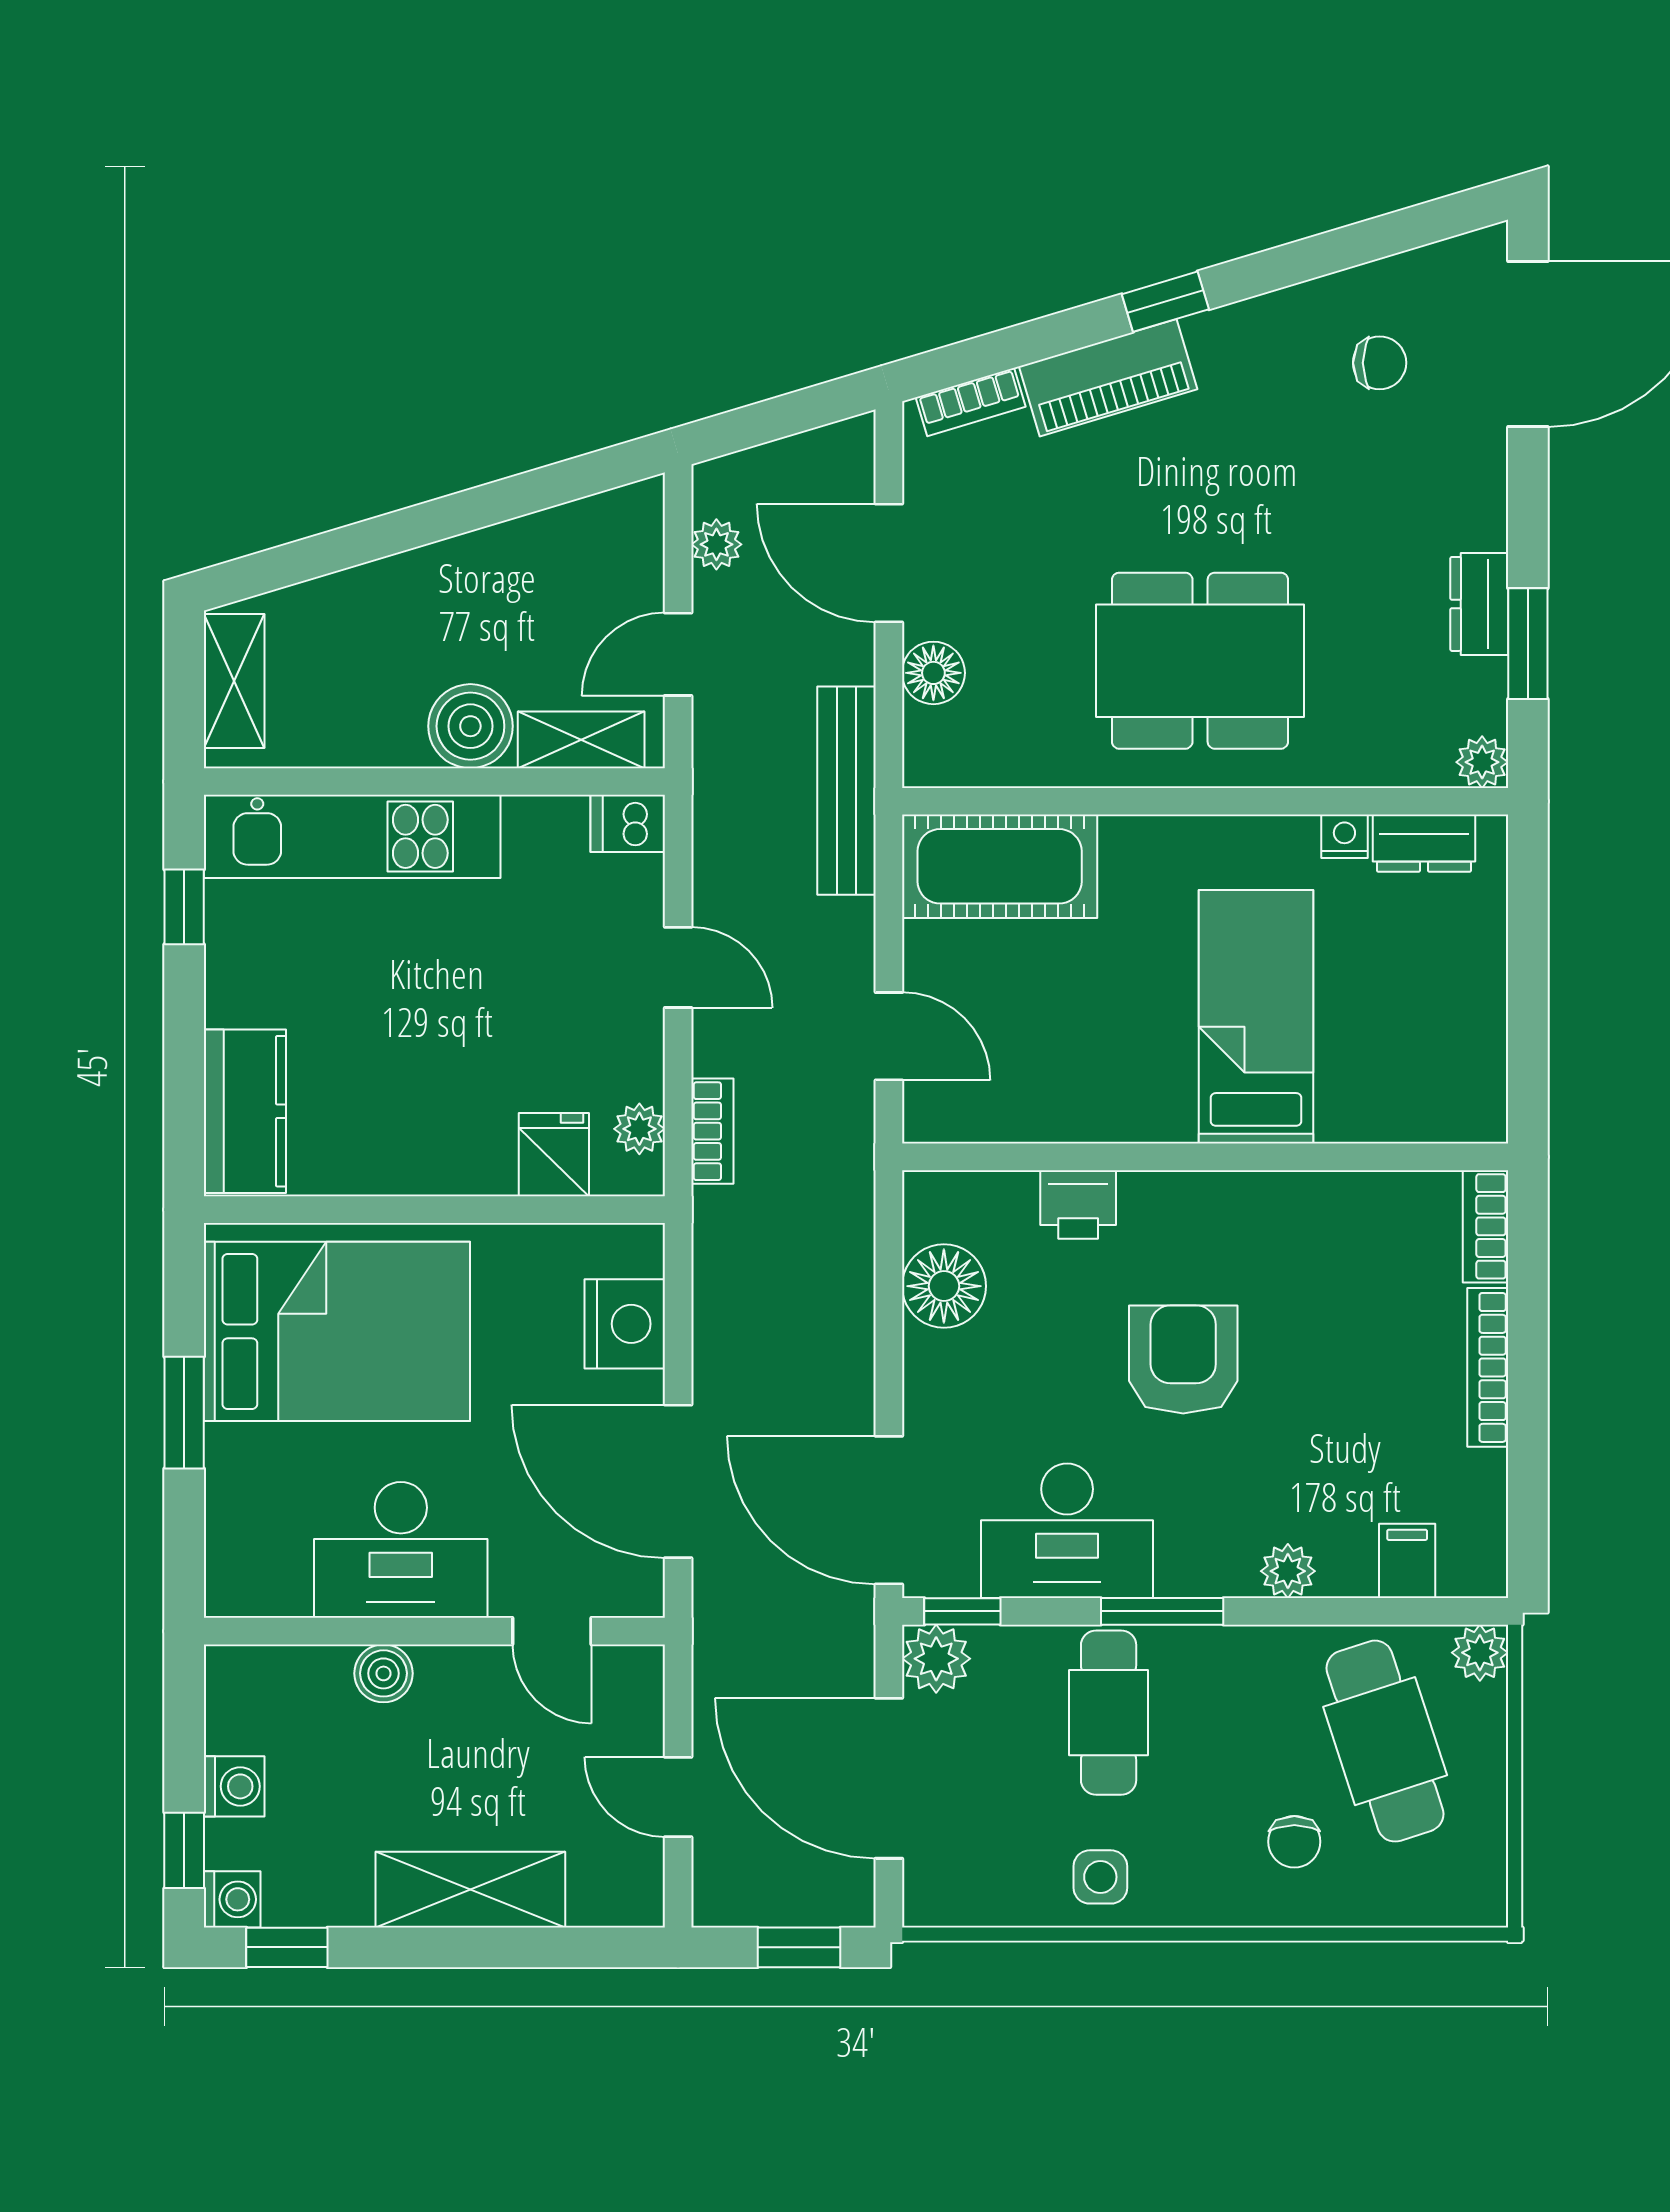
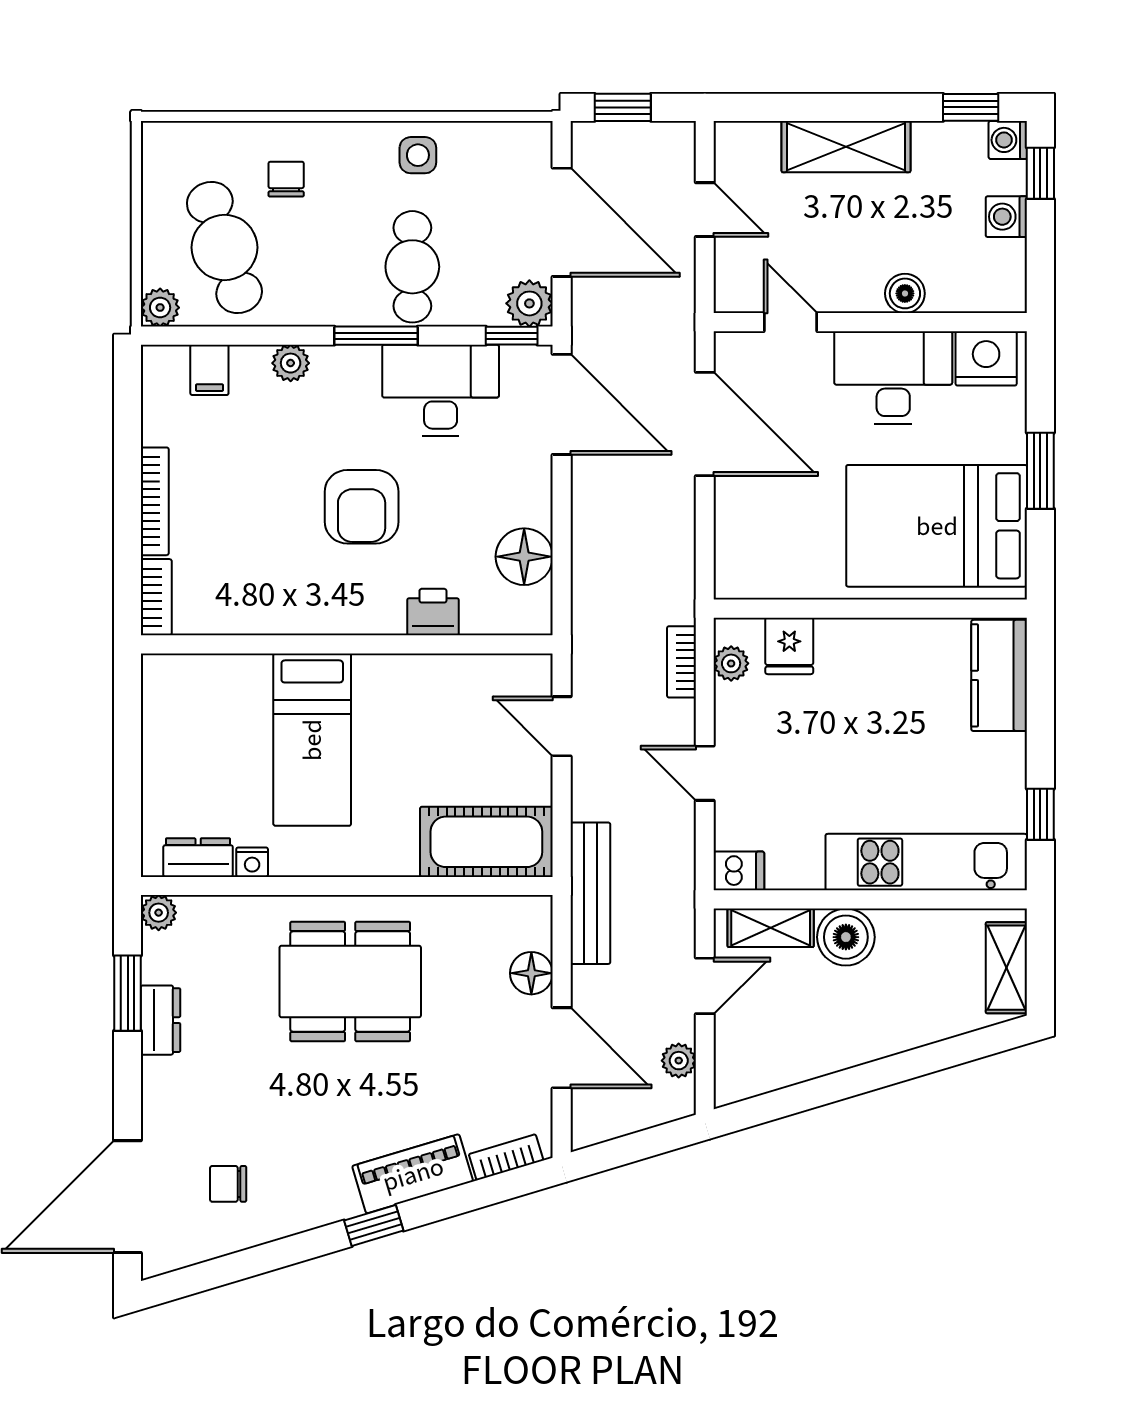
nightstand: (625, 1324) -> (986, 358), moved, turned 90

